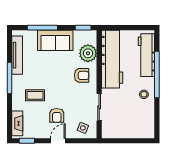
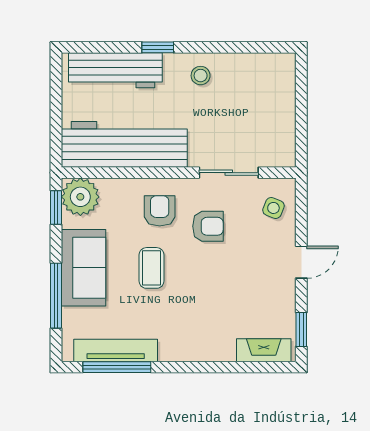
plant: (88, 53) -> (80, 197), moved
window: (157, 75) -> (158, 47), width x0.32
window: (9, 78) -> (117, 367), moved
coffee table: (35, 95) -> (152, 268), moved
armchair: (57, 115) -> (208, 226), moved
door: (58, 141) -> (301, 262), swing flipped

